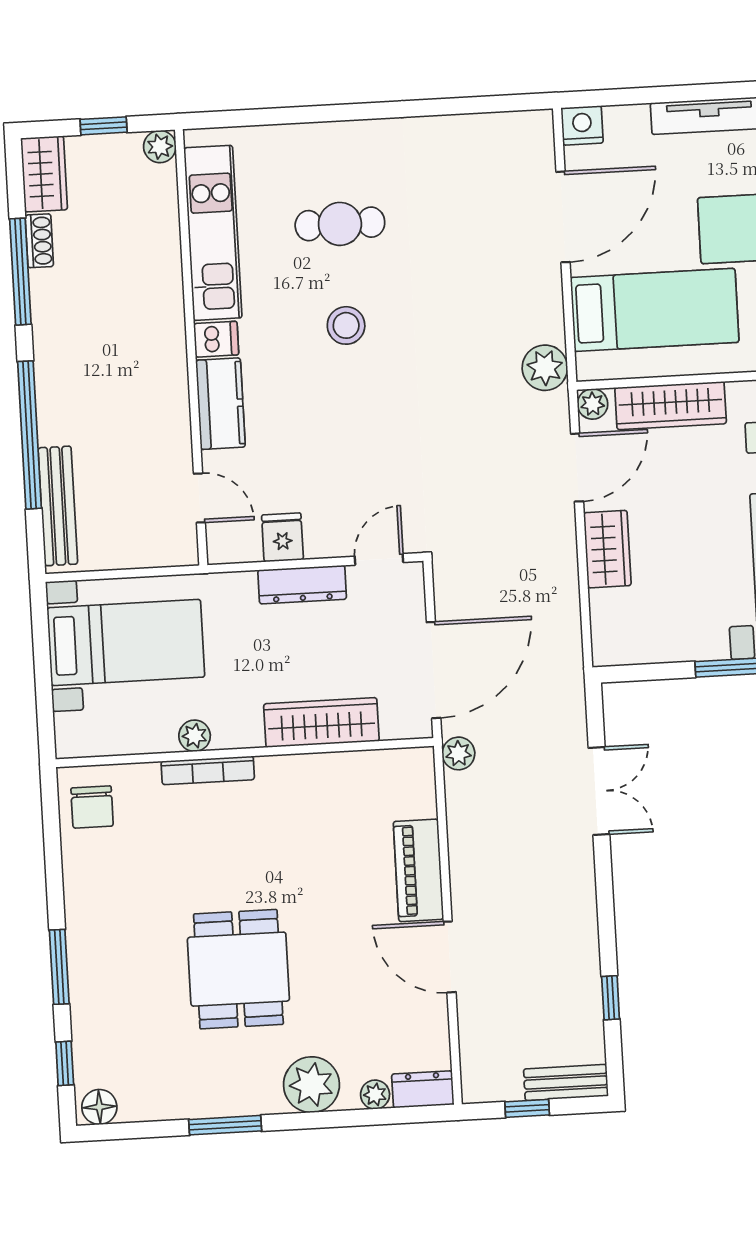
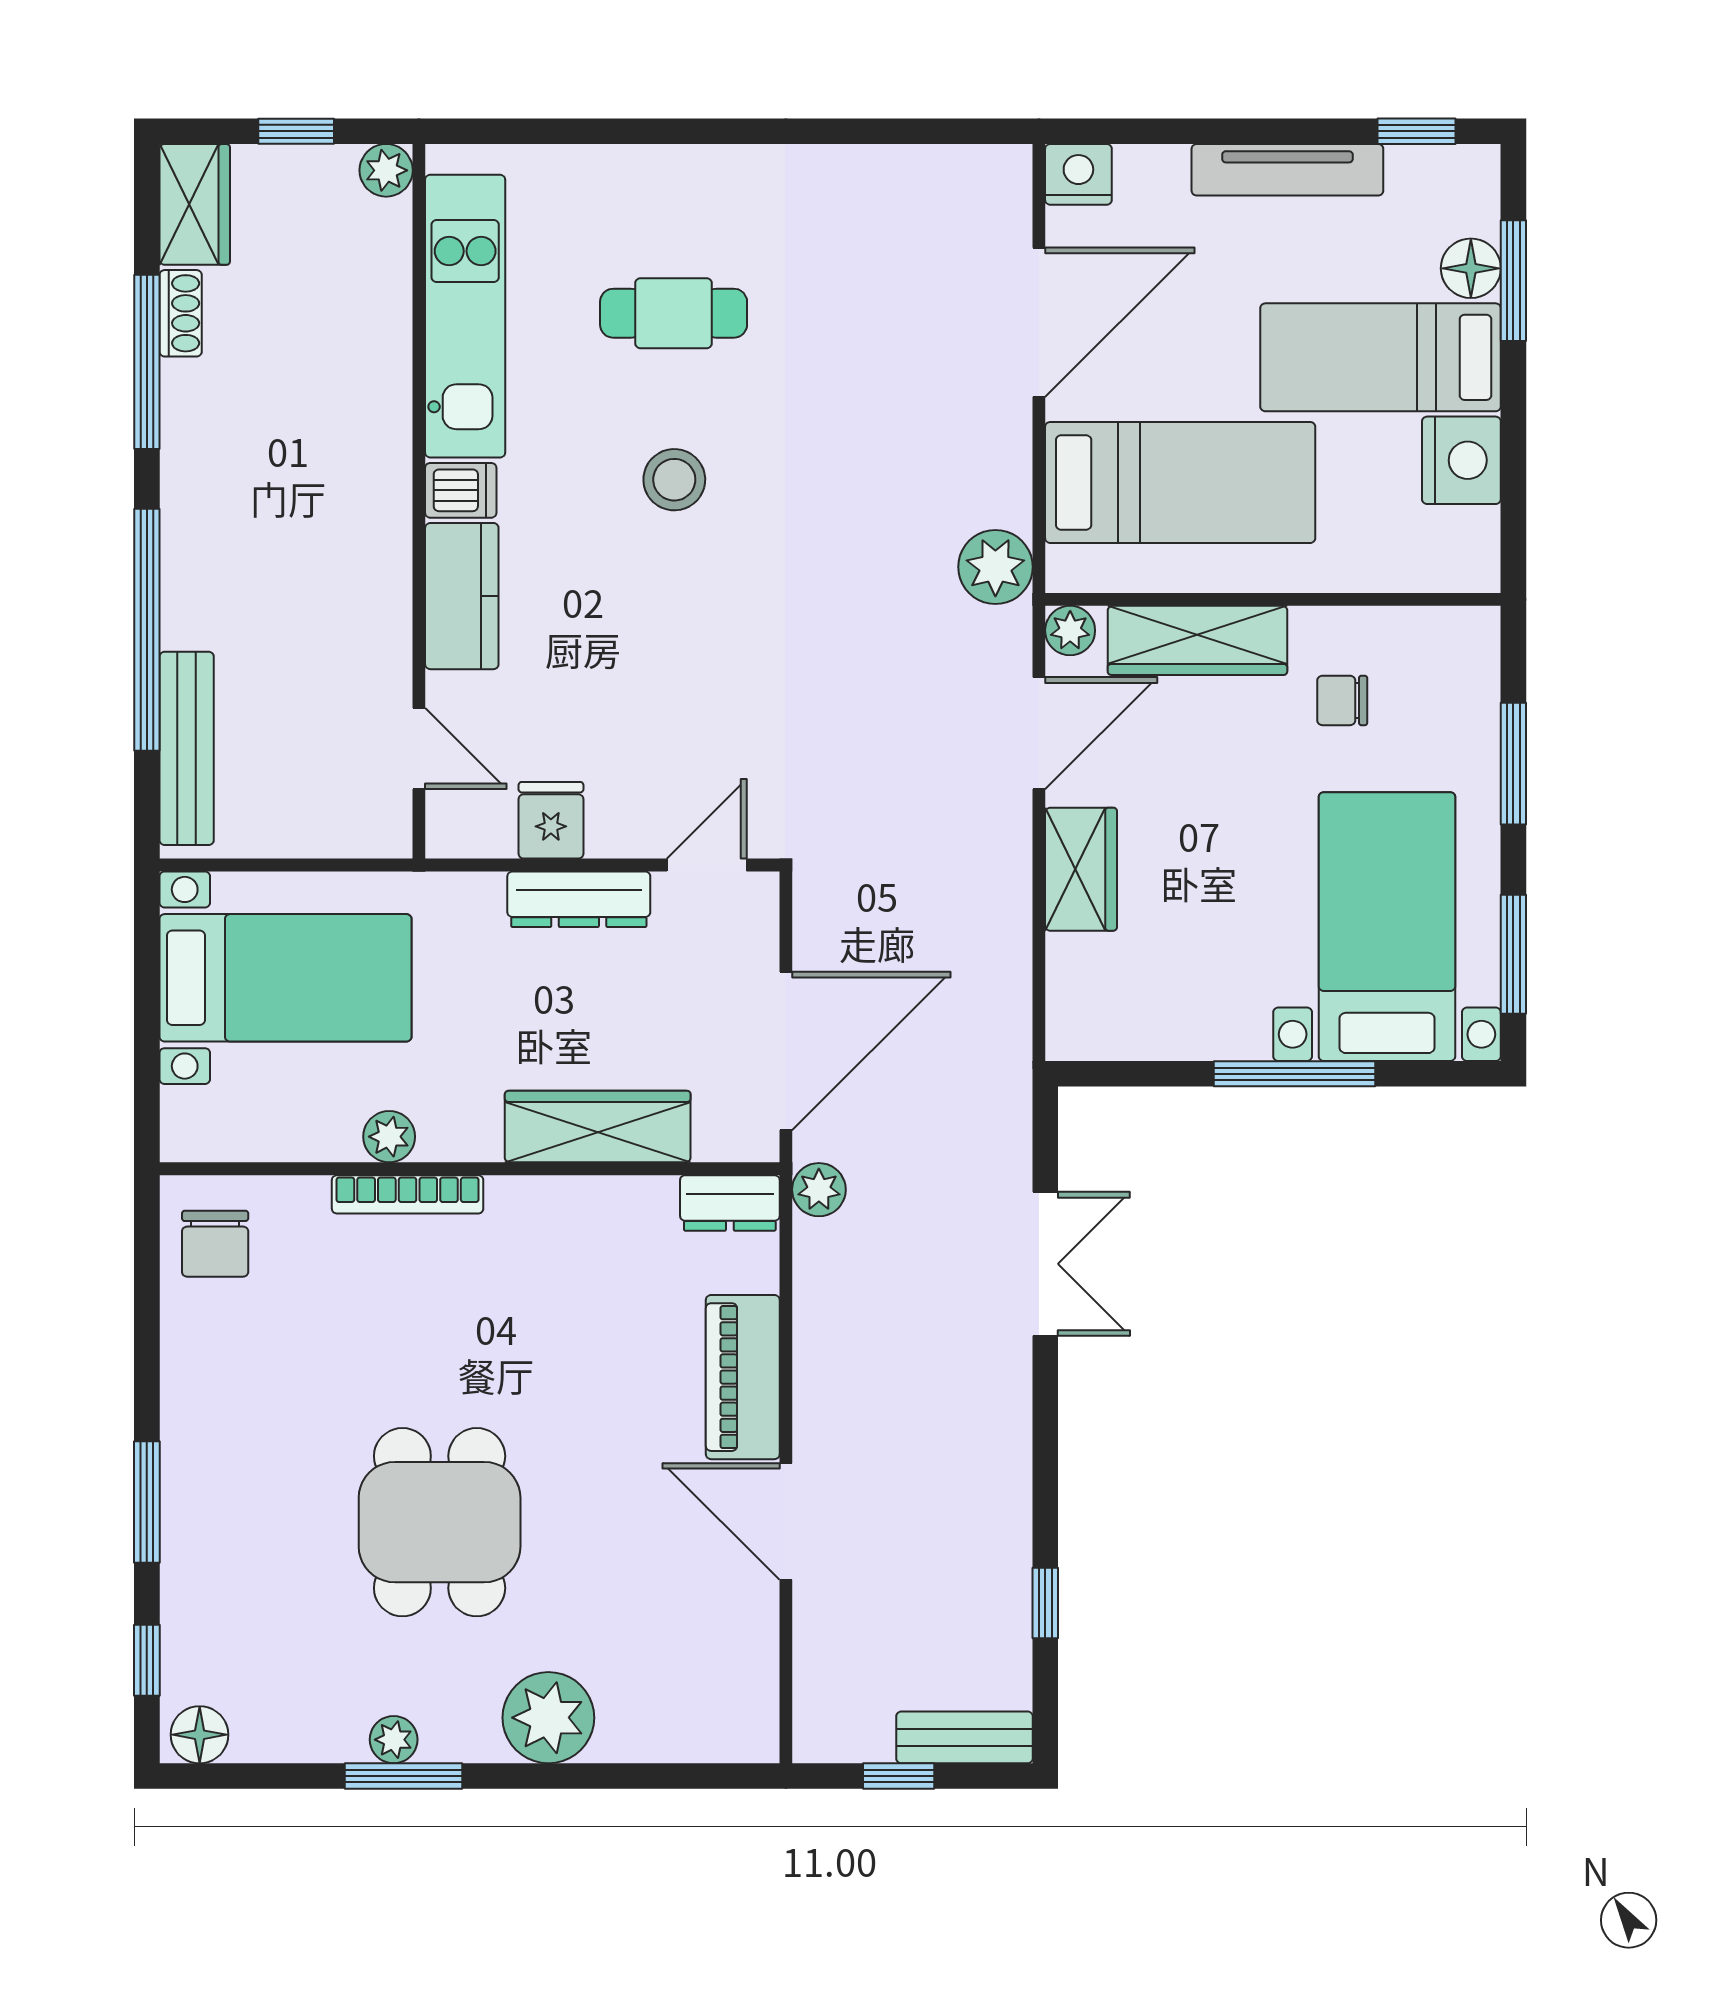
dresser: (423, 1089) -> (730, 1203), moved, turned 180
plant: (375, 1095) -> (394, 1740), moved

